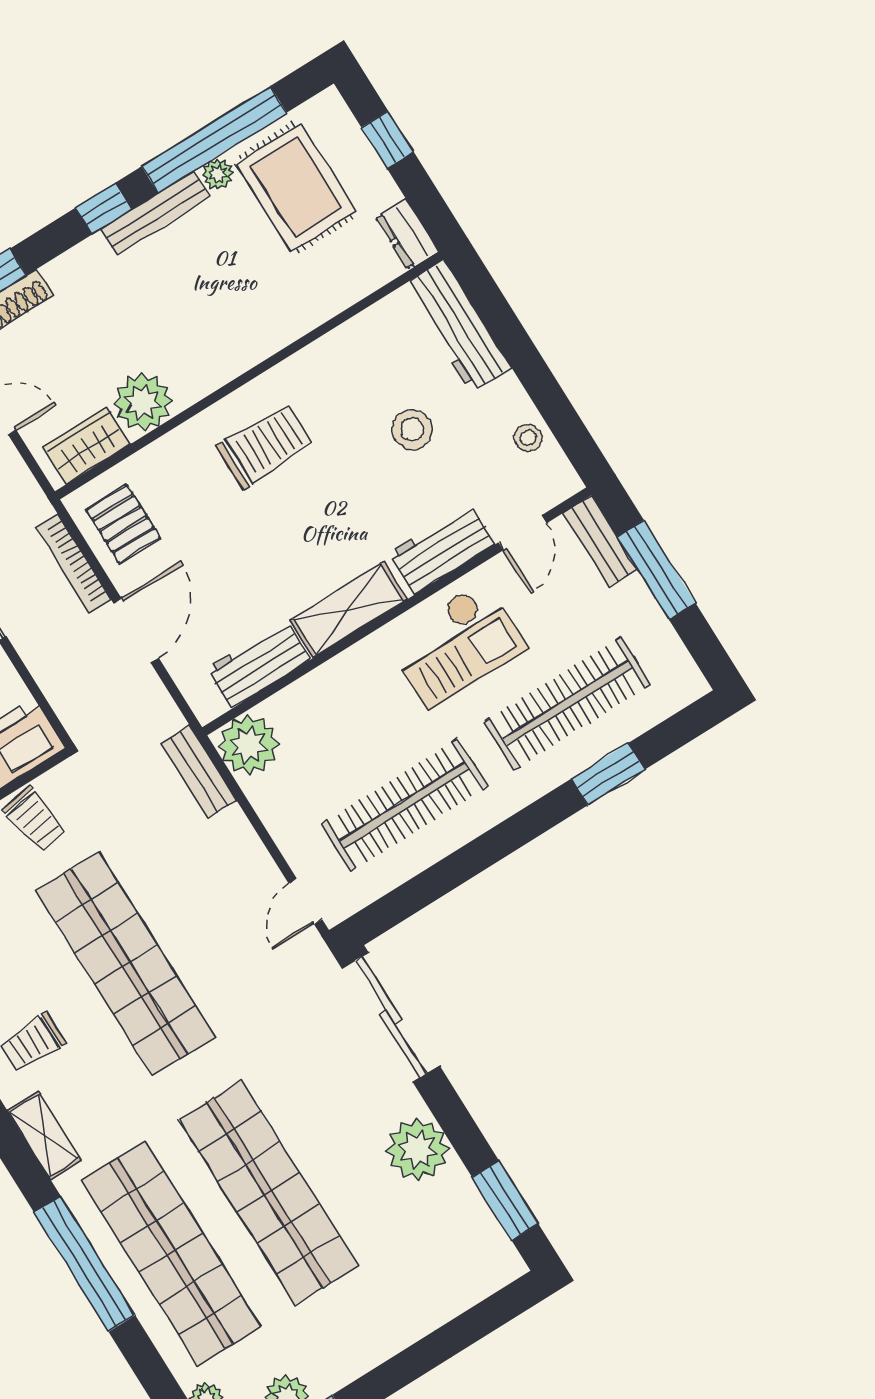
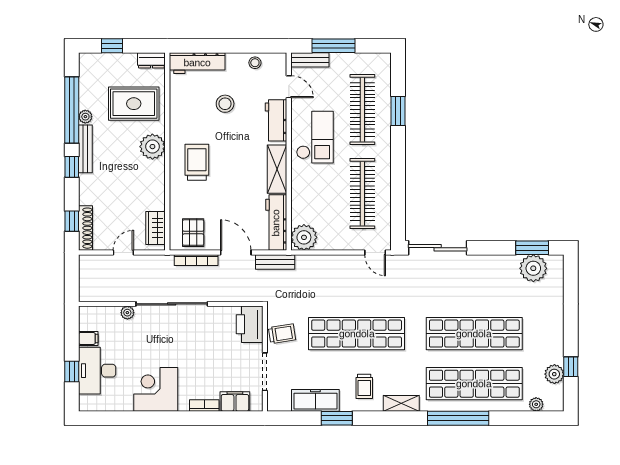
rug: (296, 187) -> (134, 104), moved
plant: (143, 402) -> (152, 147), moved
pallet: (123, 524) -> (193, 233), turned 90
workbench: (258, 664) -> (276, 223), width x1.38
bench: (199, 772) -> (275, 262), moved
plant: (418, 1149) -> (533, 268), moved

